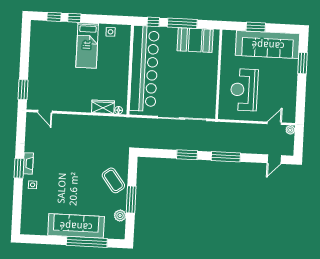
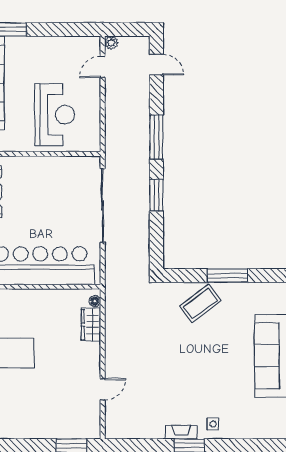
reception desk: (244, 90) -> (55, 115), turned -90
door: (45, 112) -> (103, 389), moved
door: (274, 123) -> (103, 67), hinge flipped
plant: (120, 216) -> (252, 291), removed

